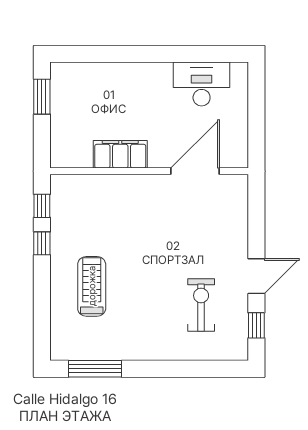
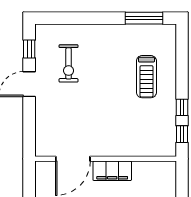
filing cabinet: (120, 154) -> (112, 171), moved

